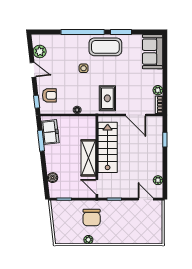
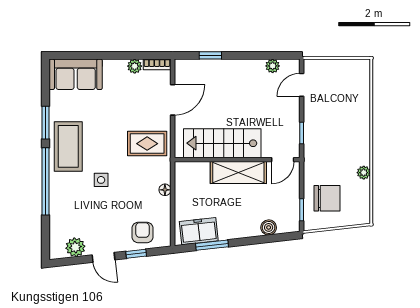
door: (33, 70) -> (104, 257), swing flipped
window: (37, 102) -> (136, 254), moved
chair: (92, 217) -> (327, 198), moved

